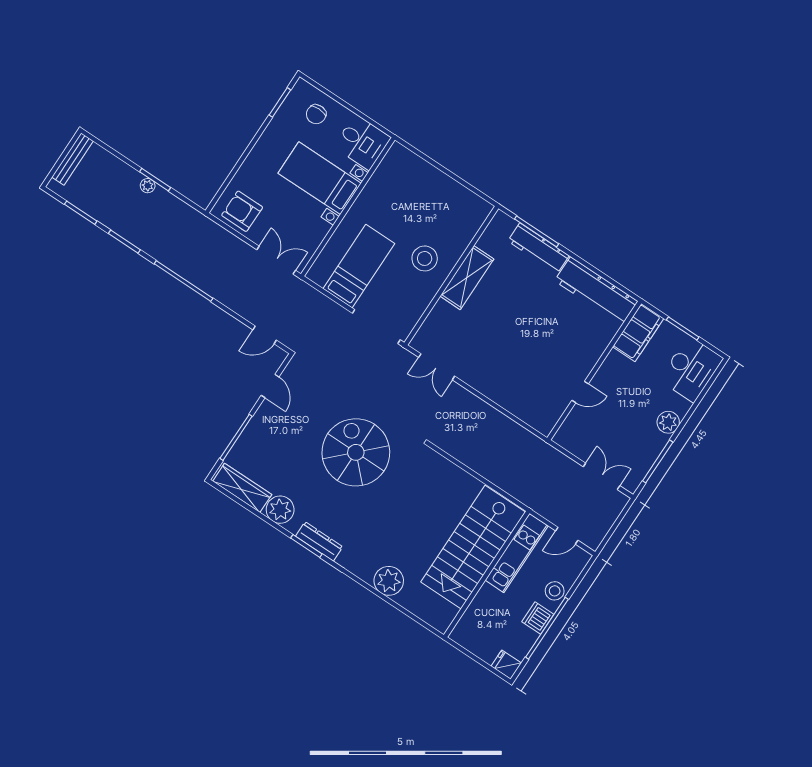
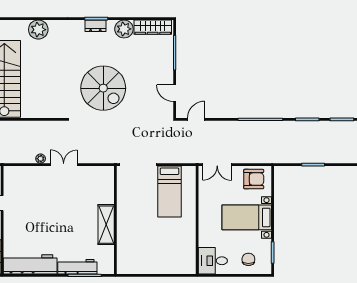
bed with nightstands: (320, 178) -> (247, 217), moved, turned 180
plant: (148, 186) -> (41, 159), moved
stool: (425, 258) -> (136, 220), removed
double door: (437, 367) -> (64, 165), moved
dresser: (319, 541) -> (95, 26), width x0.70

